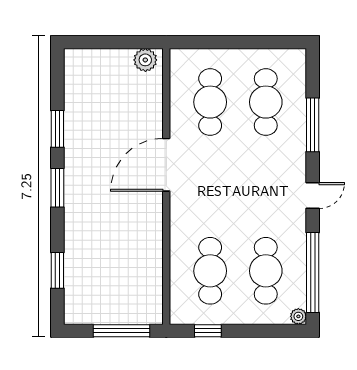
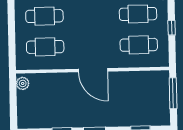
door: (166, 165) -> (93, 70), moved
window: (208, 331) -> (172, 28), moved

